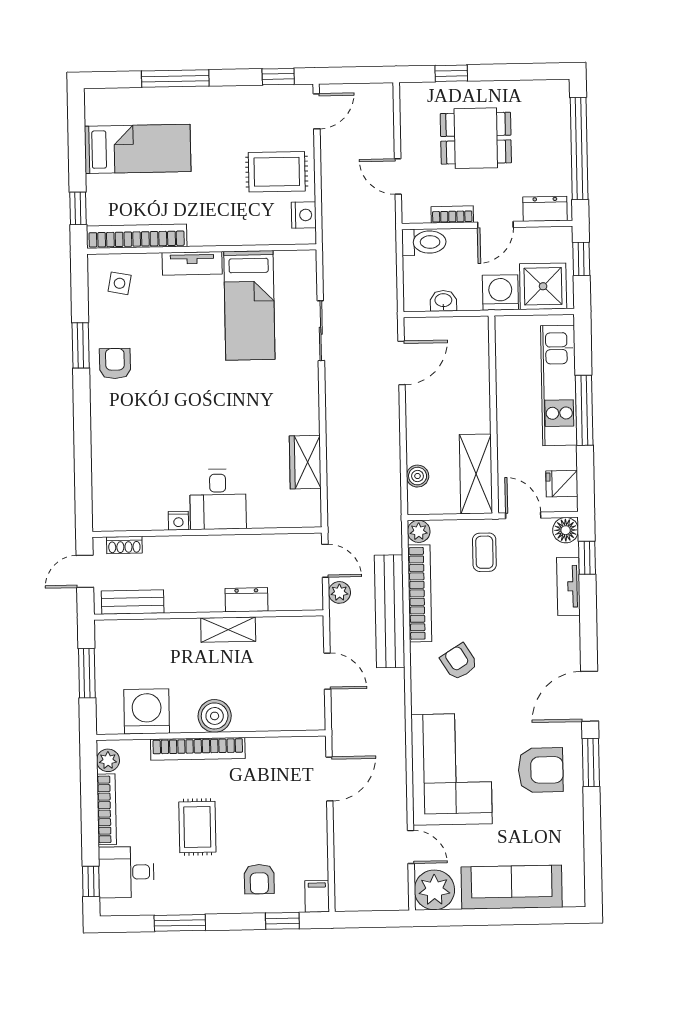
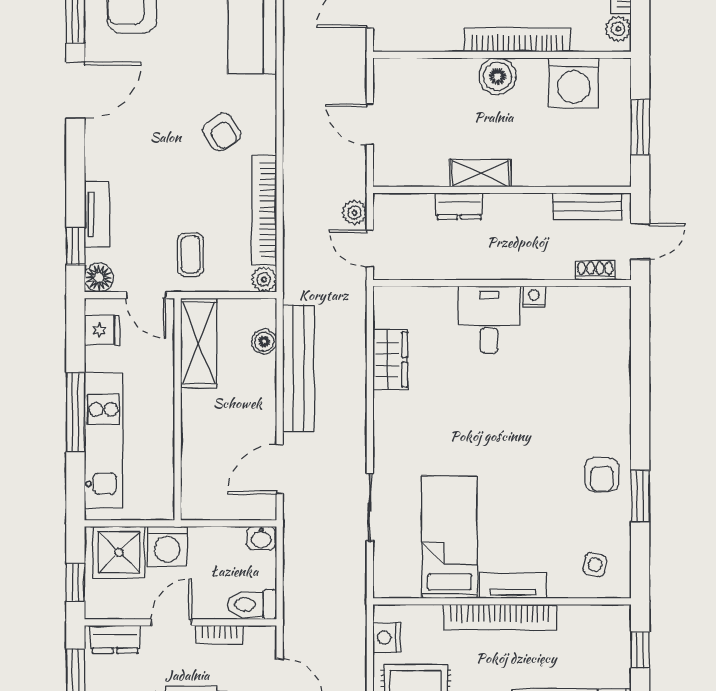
bookcase: (137, 236) -> (500, 617), moved
washbasin: (443, 301) -> (261, 538), moved
bench: (390, 611) -> (298, 368), moved

